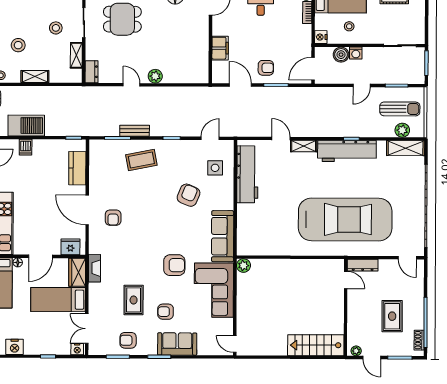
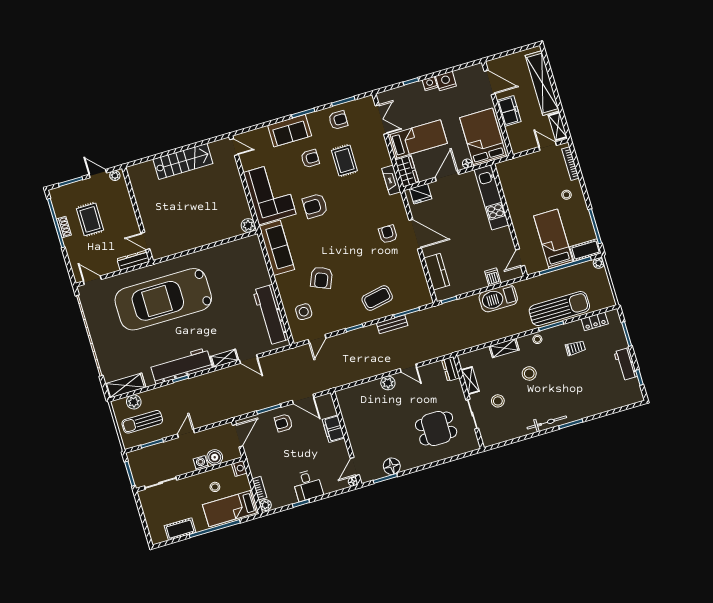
shoe rack: (419, 340) -> (64, 227), moved
stairs: (316, 345) -> (183, 161), moved
nightstand: (77, 349) -> (430, 84), moved

